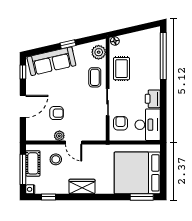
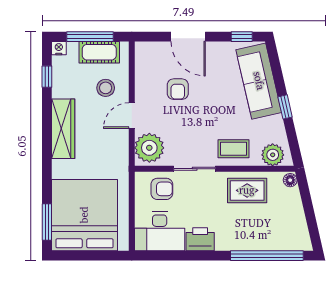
plant: (59, 136) -> (149, 148), moved, width x1.88, depth x1.88
wardrobe: (82, 187) -> (63, 129), width x1.50

